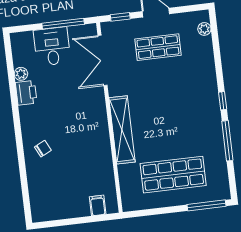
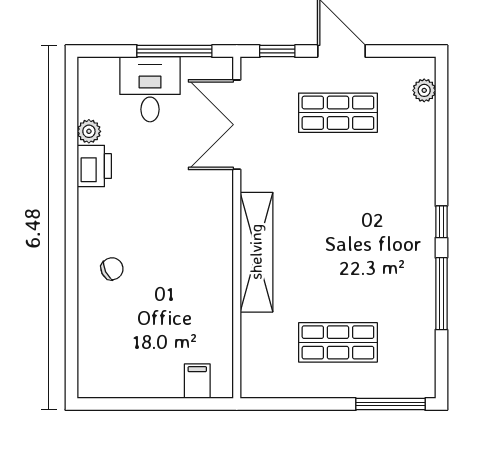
shop shelf: (173, 175) -> (338, 342), width x0.70, depth x0.74

